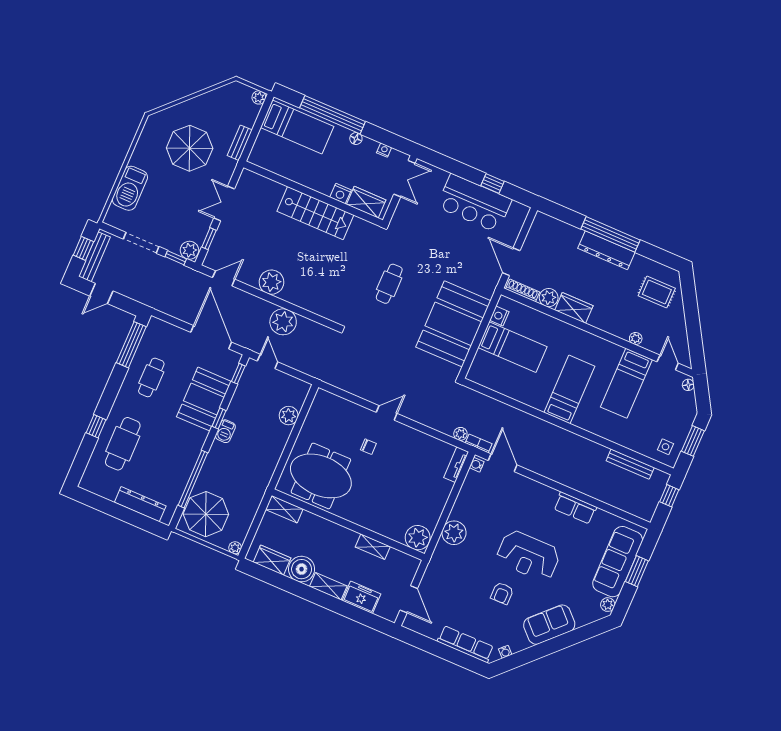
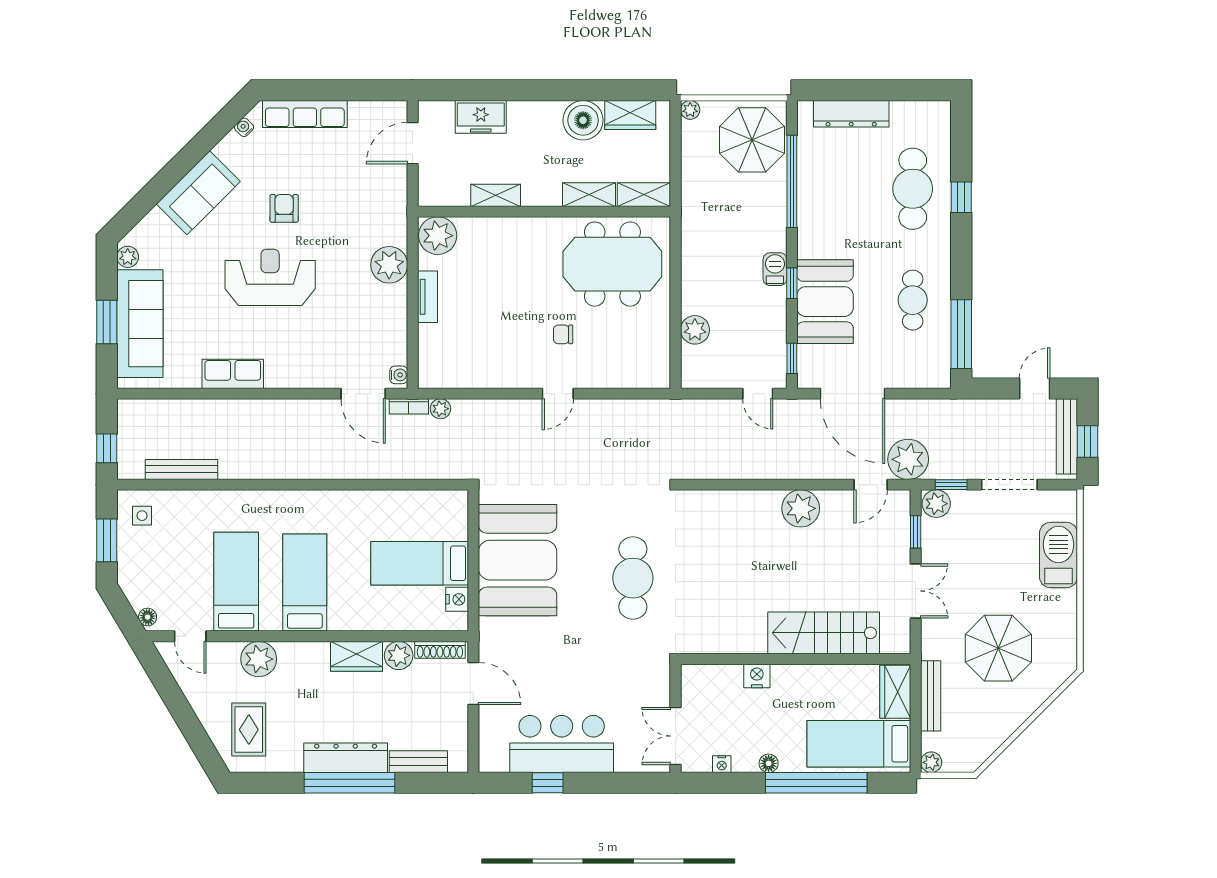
bench: (240, 143) -> (931, 696), width x1.36
wardrobe: (366, 202) -> (895, 692), moved, turned 90
stairs: (315, 213) -> (824, 633), moved
bench: (564, 229) -> (418, 762), added
cafe table: (389, 284) -> (633, 578), width x1.37, depth x1.35
rug: (657, 292) -> (249, 730), turned 90
plant: (283, 322) -> (908, 459), moved
plant: (636, 338) -> (259, 659), width x1.88, depth x1.88
bed: (569, 389) -> (305, 583), moved, turned 180
tv unit: (456, 465) -> (428, 297), moved
shelving: (328, 586) -> (589, 195), moved
door: (409, 599) -> (413, 143), hinge flipped

